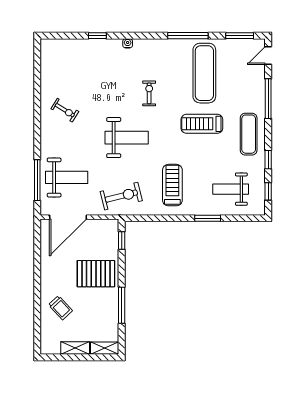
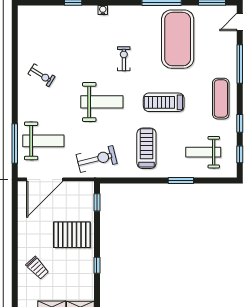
exercise mat: (204, 73) -> (178, 39), width x1.47
treadmill: (202, 124) -> (164, 102), moved
window: (122, 305) -> (97, 265), width x0.46

